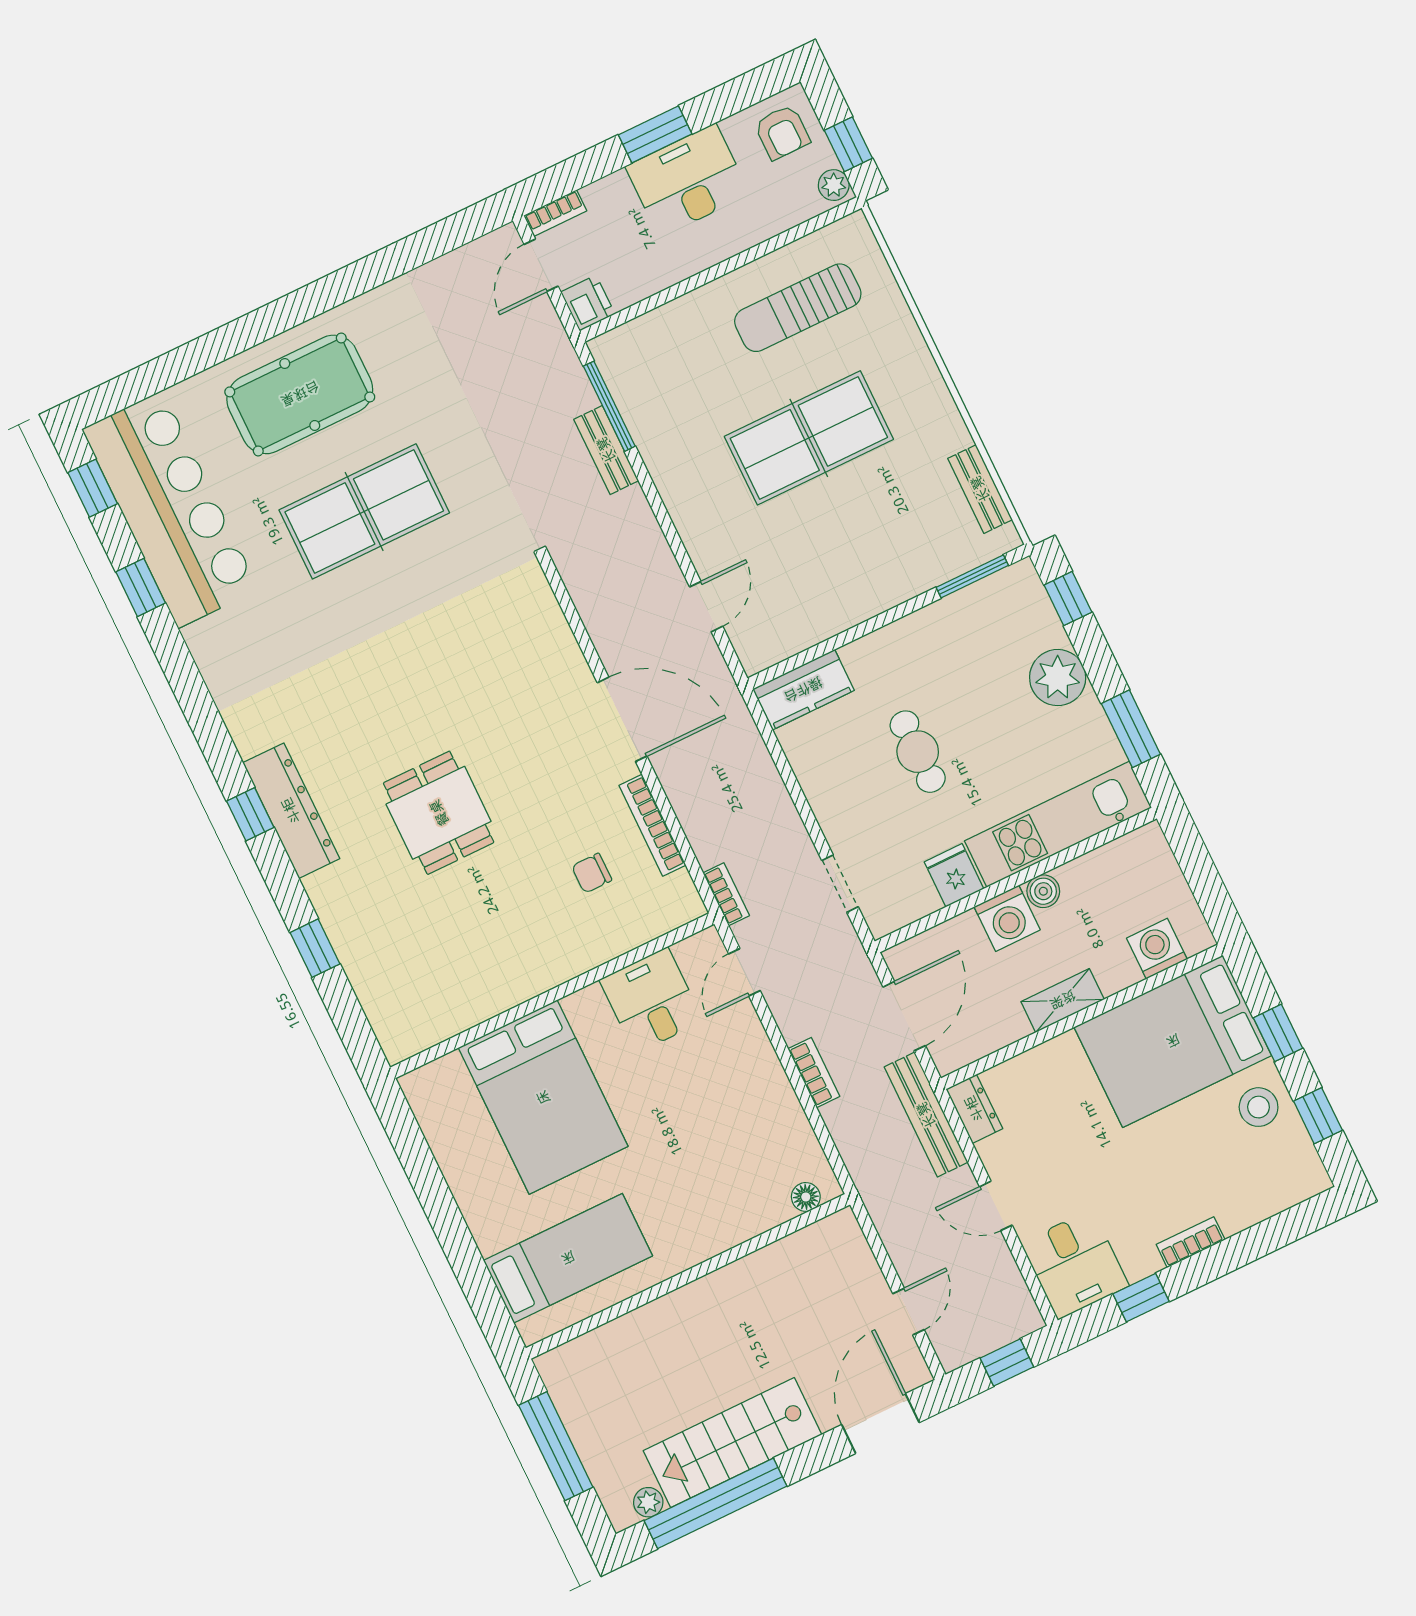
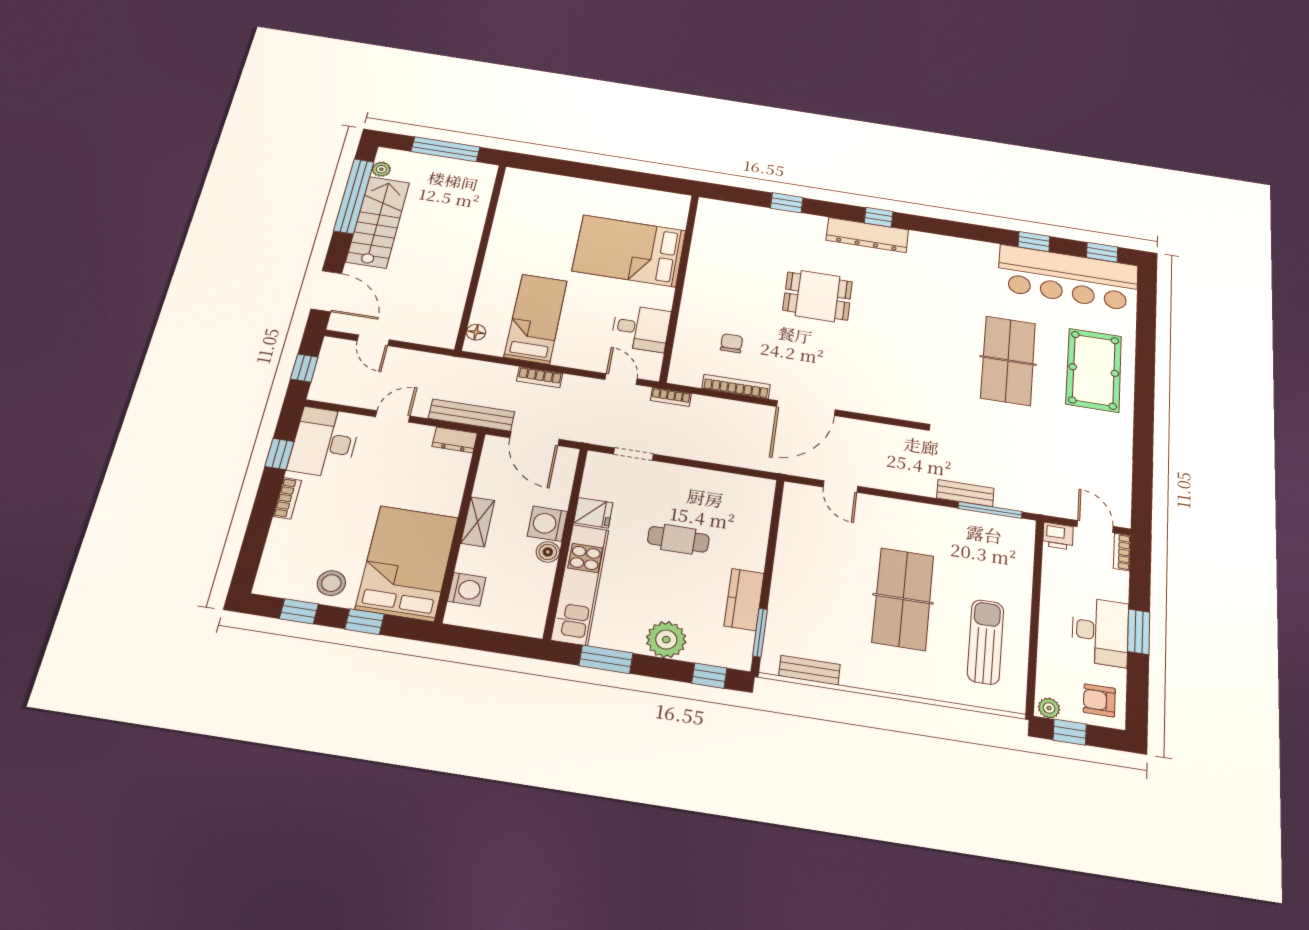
kitchen counter: (803, 690) -> (744, 599), moved
bed: (568, 1258) -> (536, 319), moved, turned 180
desk: (1075, 1264) -> (325, 442), width x1.37

